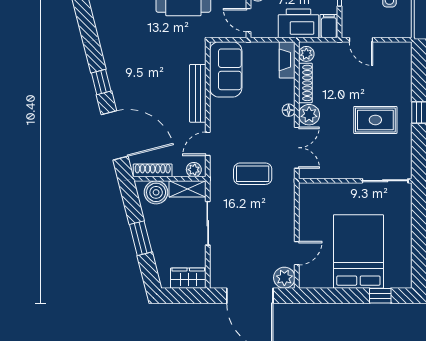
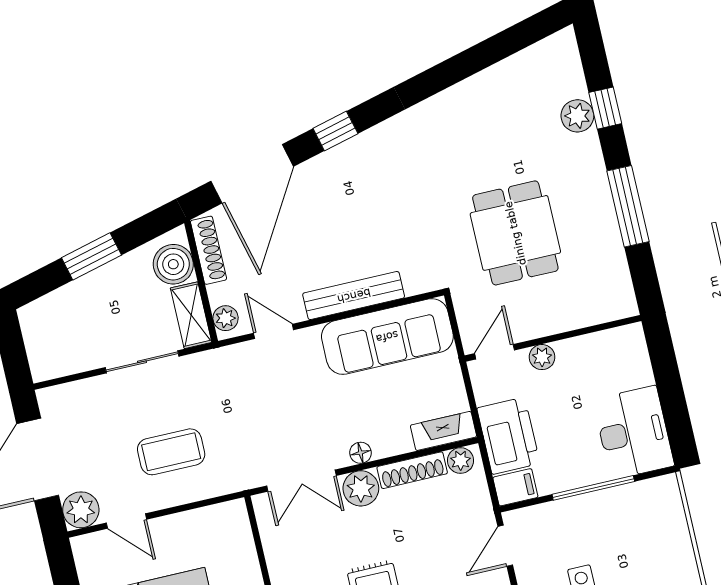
sofa: (226, 69) -> (387, 337), width x1.36
coffee table: (253, 174) -> (171, 452), moved, turned 90
wardrobe: (188, 278) -> (43, 351), removed

